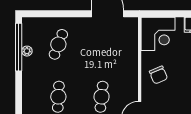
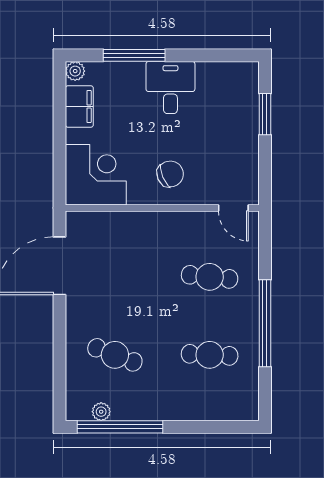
plant: (27, 51) -> (101, 412), moved

